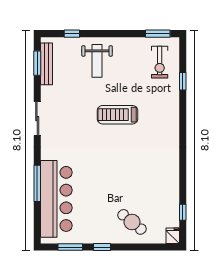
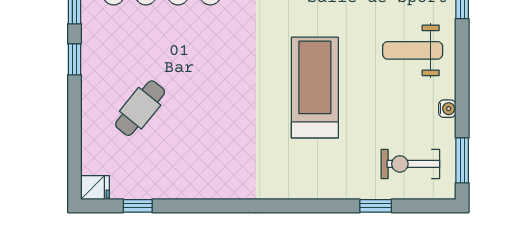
water cooler: (129, 42) -> (447, 109), added
treadmill: (118, 115) -> (315, 88), width x1.37, depth x1.37
cafe table: (132, 222) -> (140, 108), moved

